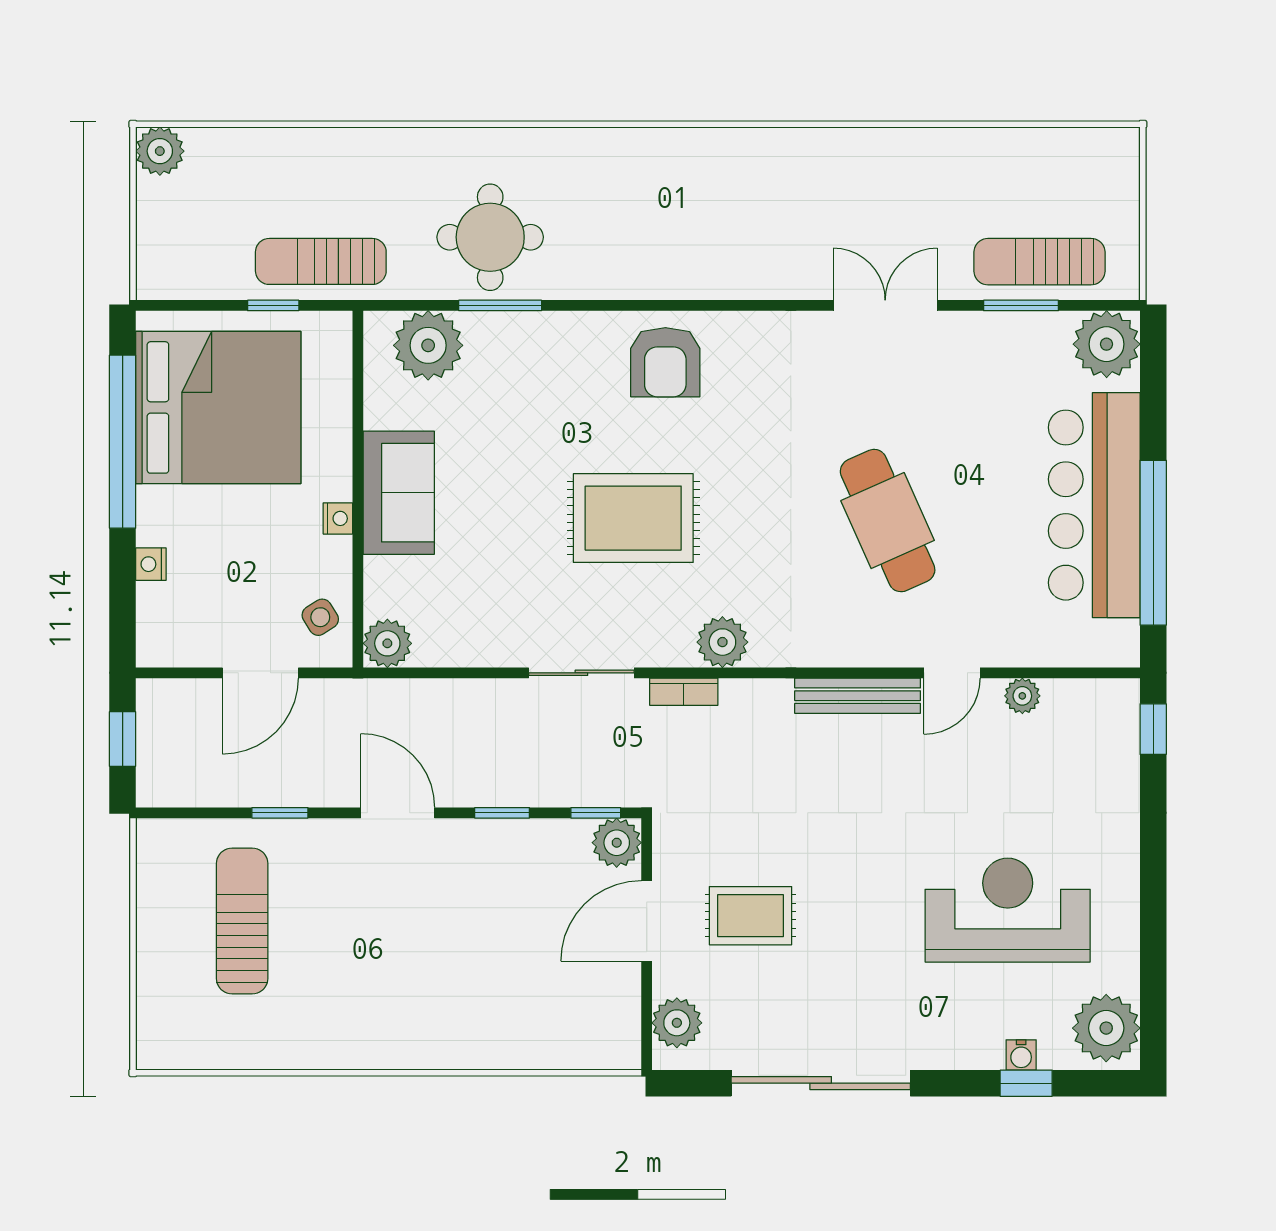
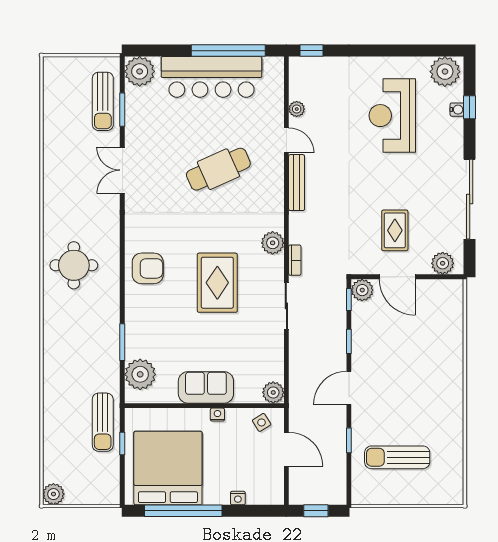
round table: (490, 237) -> (74, 265), moved

